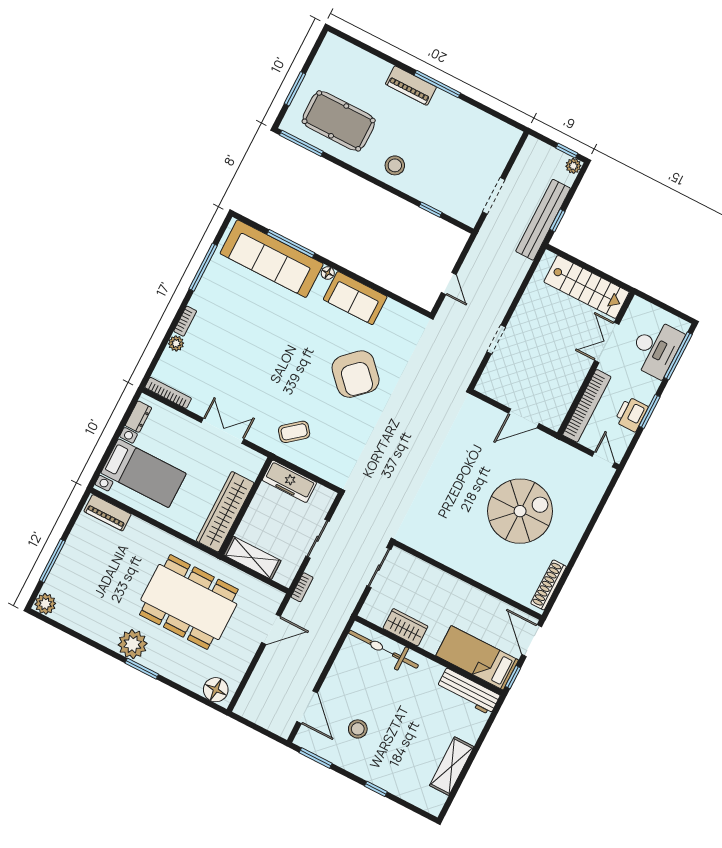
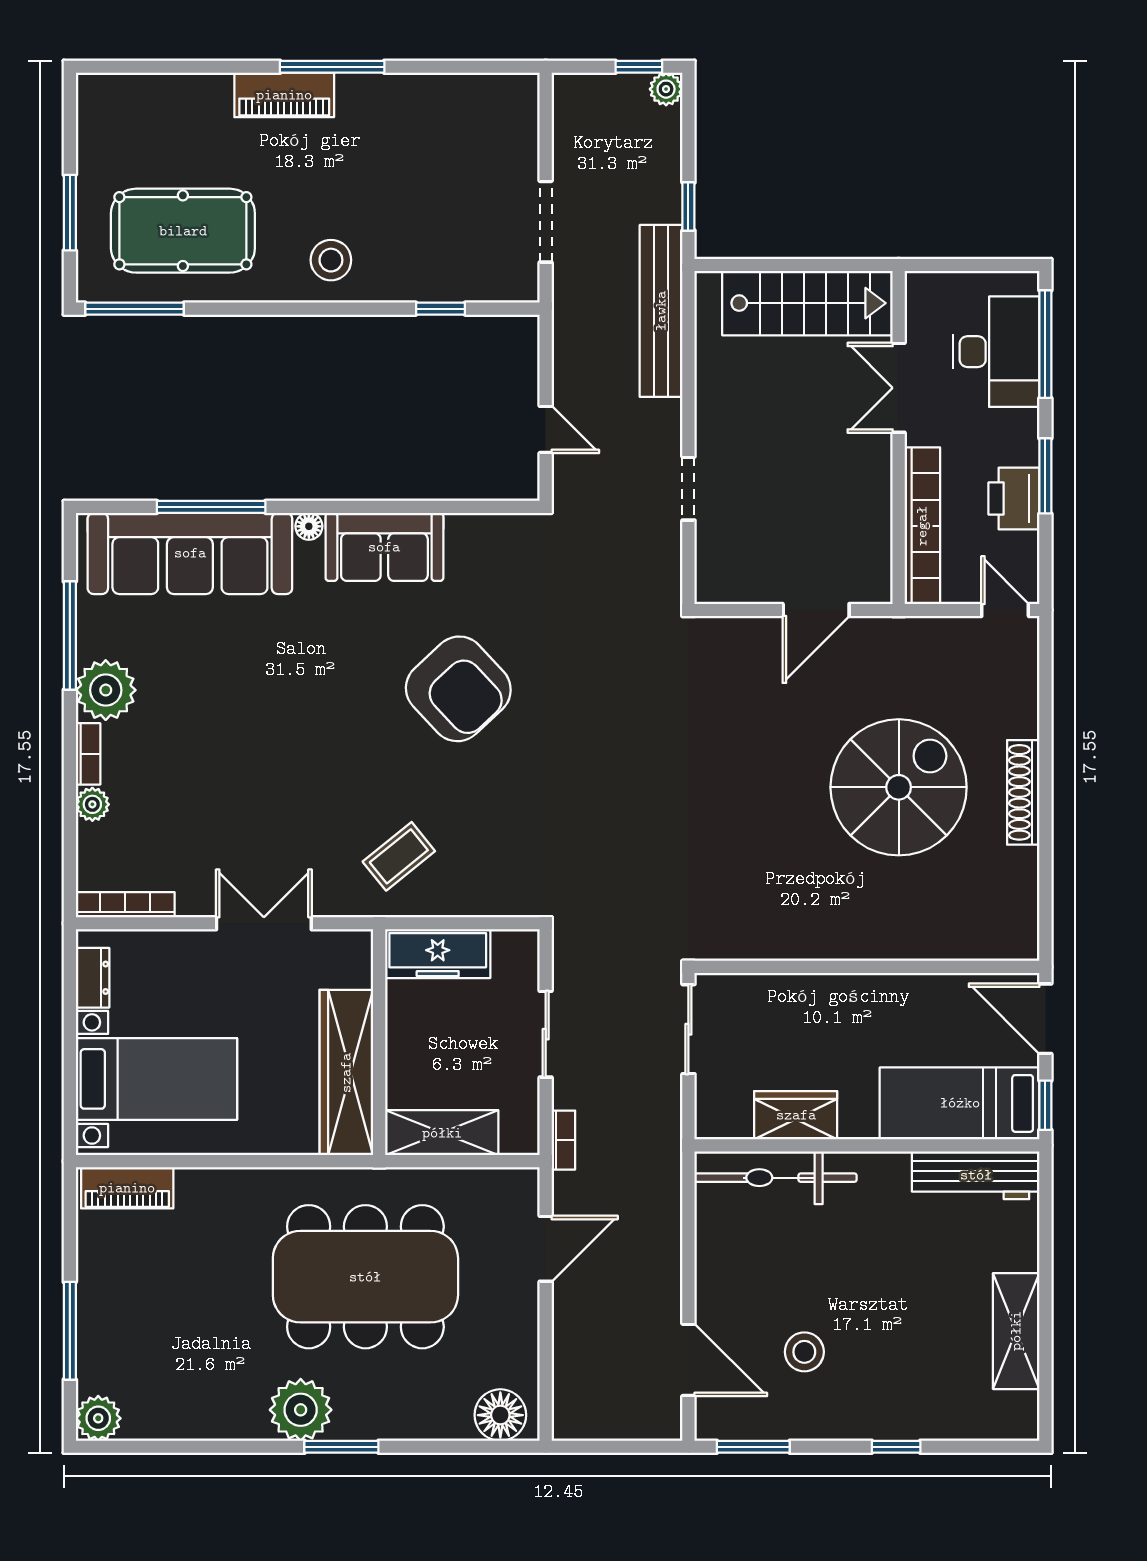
bench: (543, 220) -> (661, 311), moved
plant: (206, 298) -> (106, 690), added
shoe rack: (549, 585) -> (1023, 792), moved

